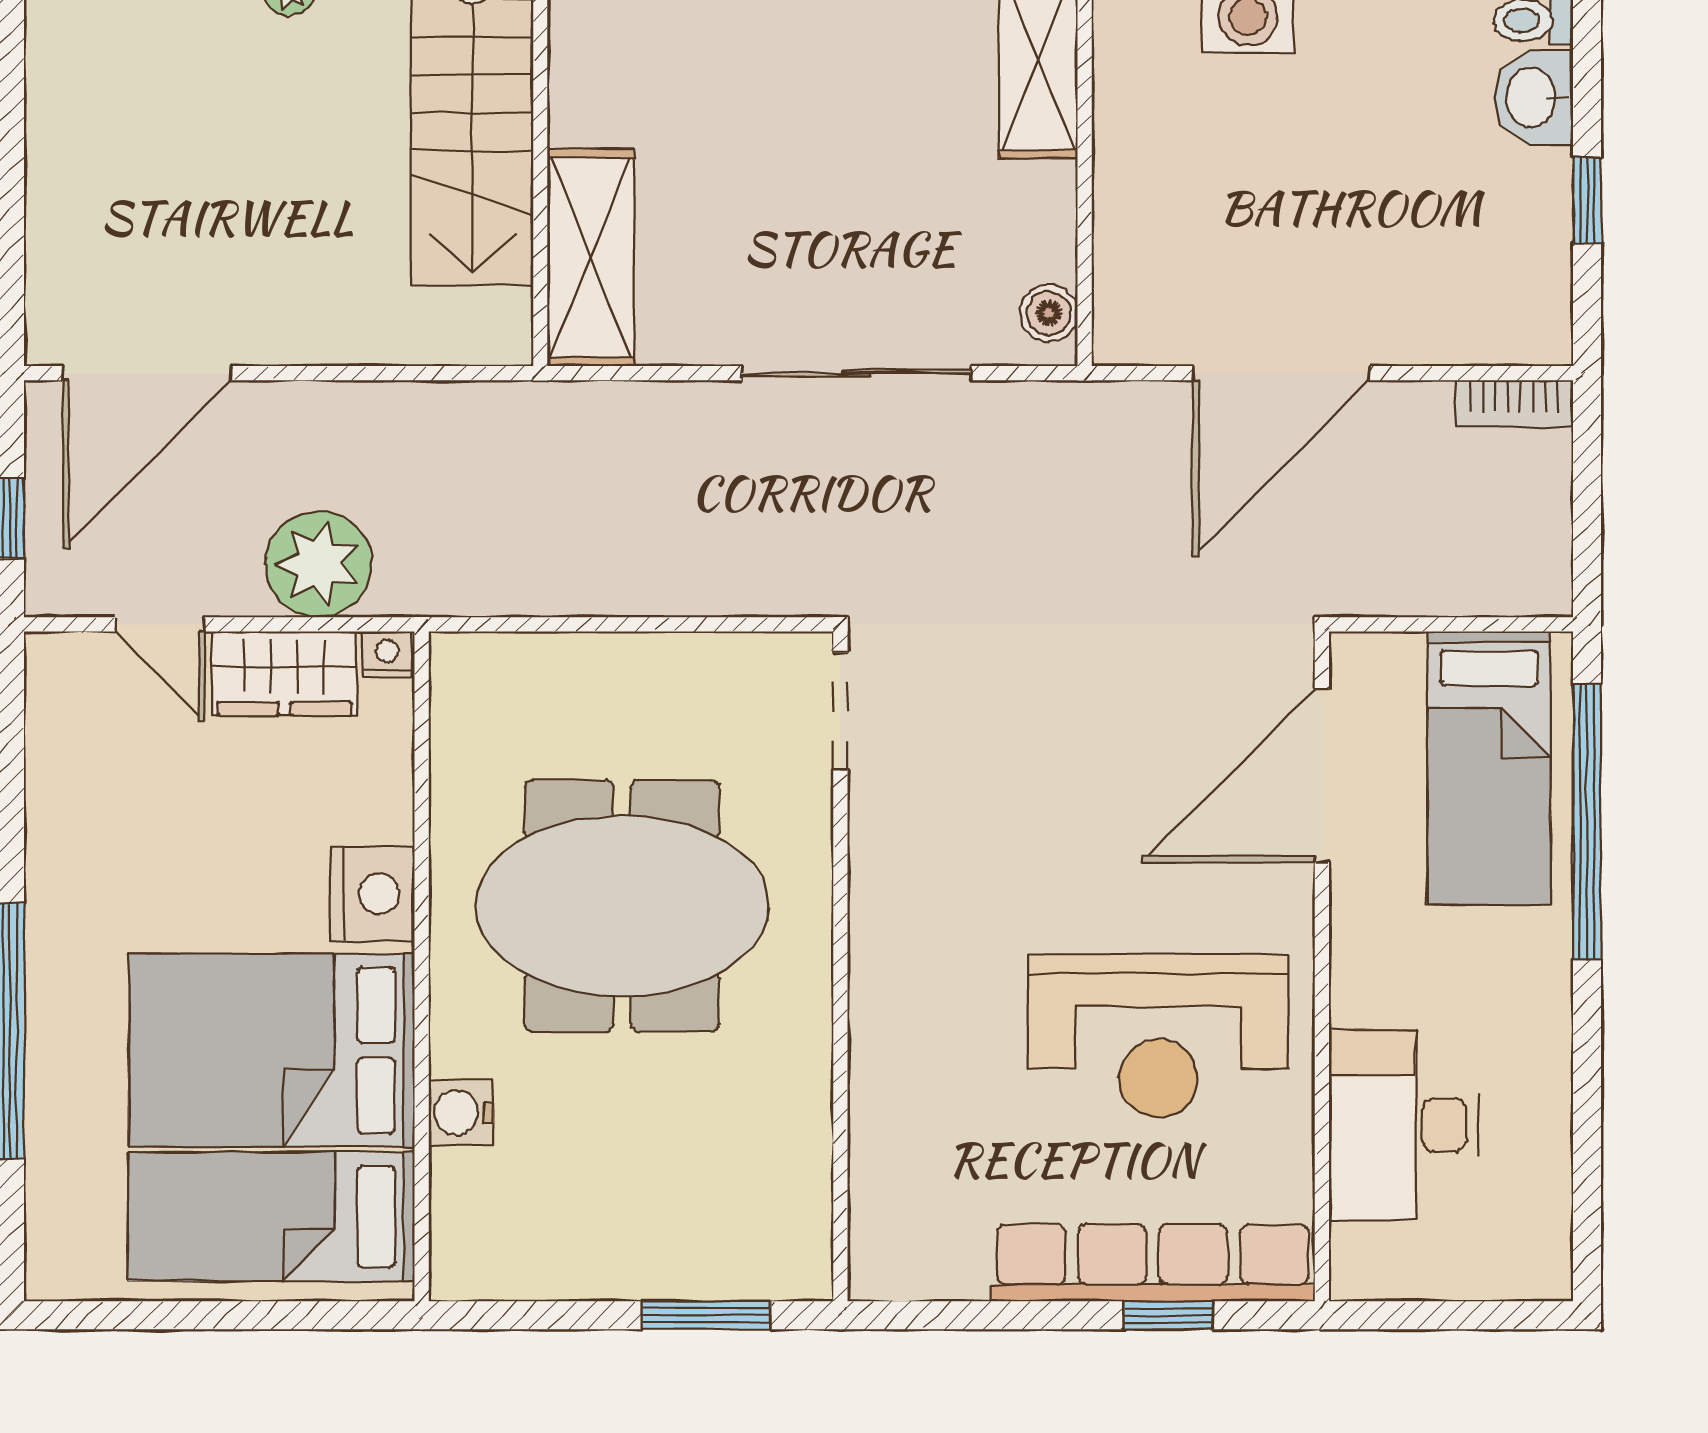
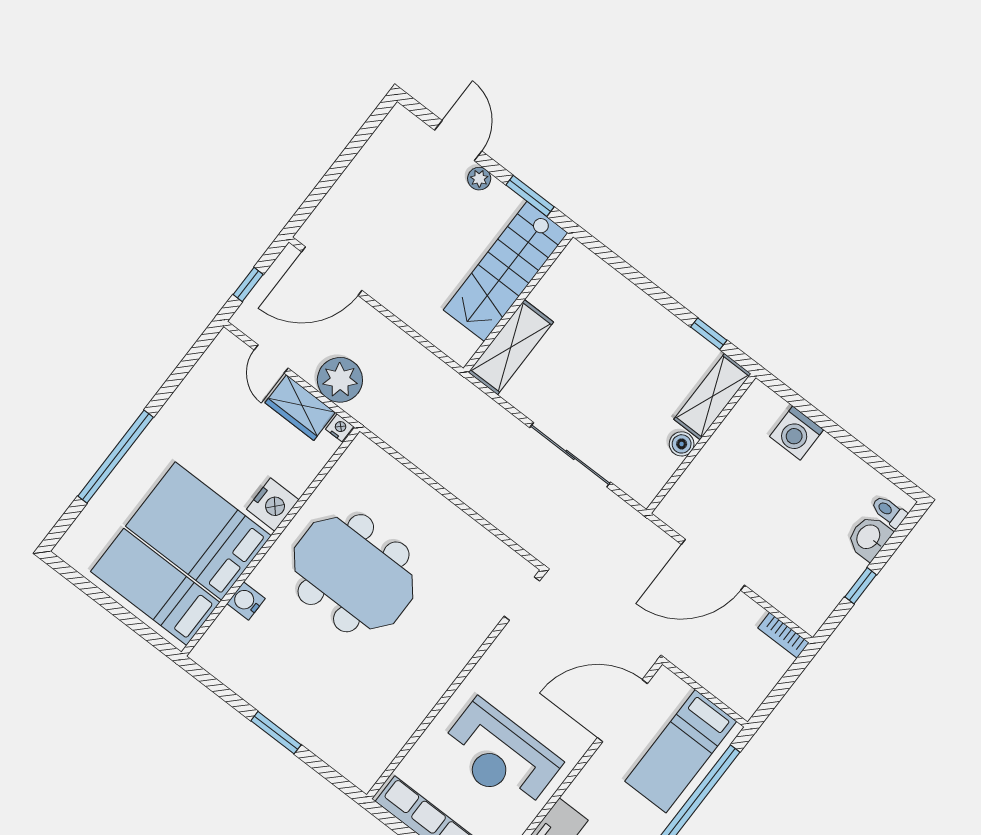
boiler: (1049, 313) -> (682, 444), moved
doorway: (840, 711) -> (522, 599), moved
wall: (840, 966) -> (456, 684), moved

